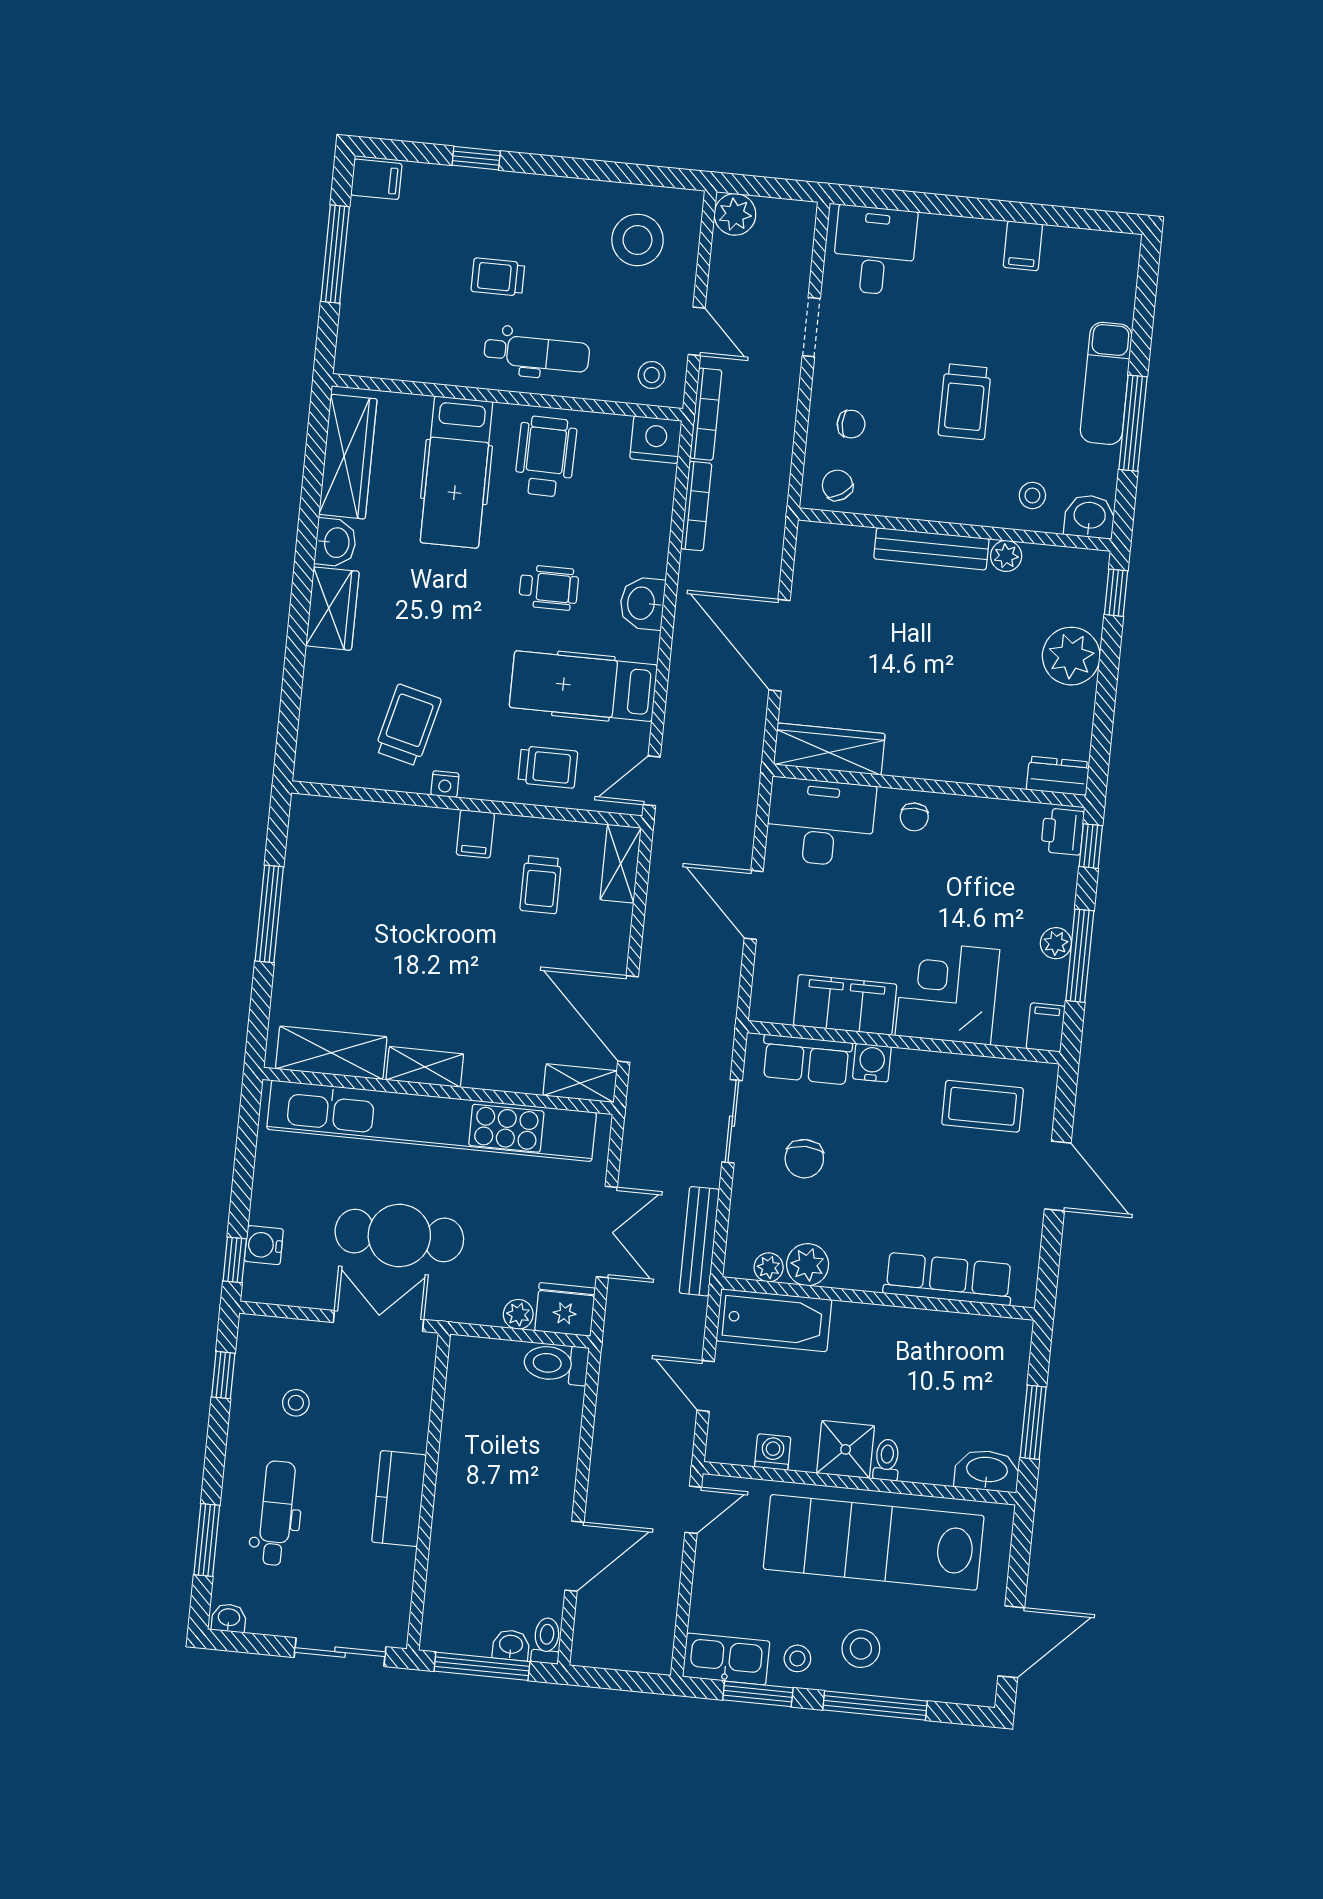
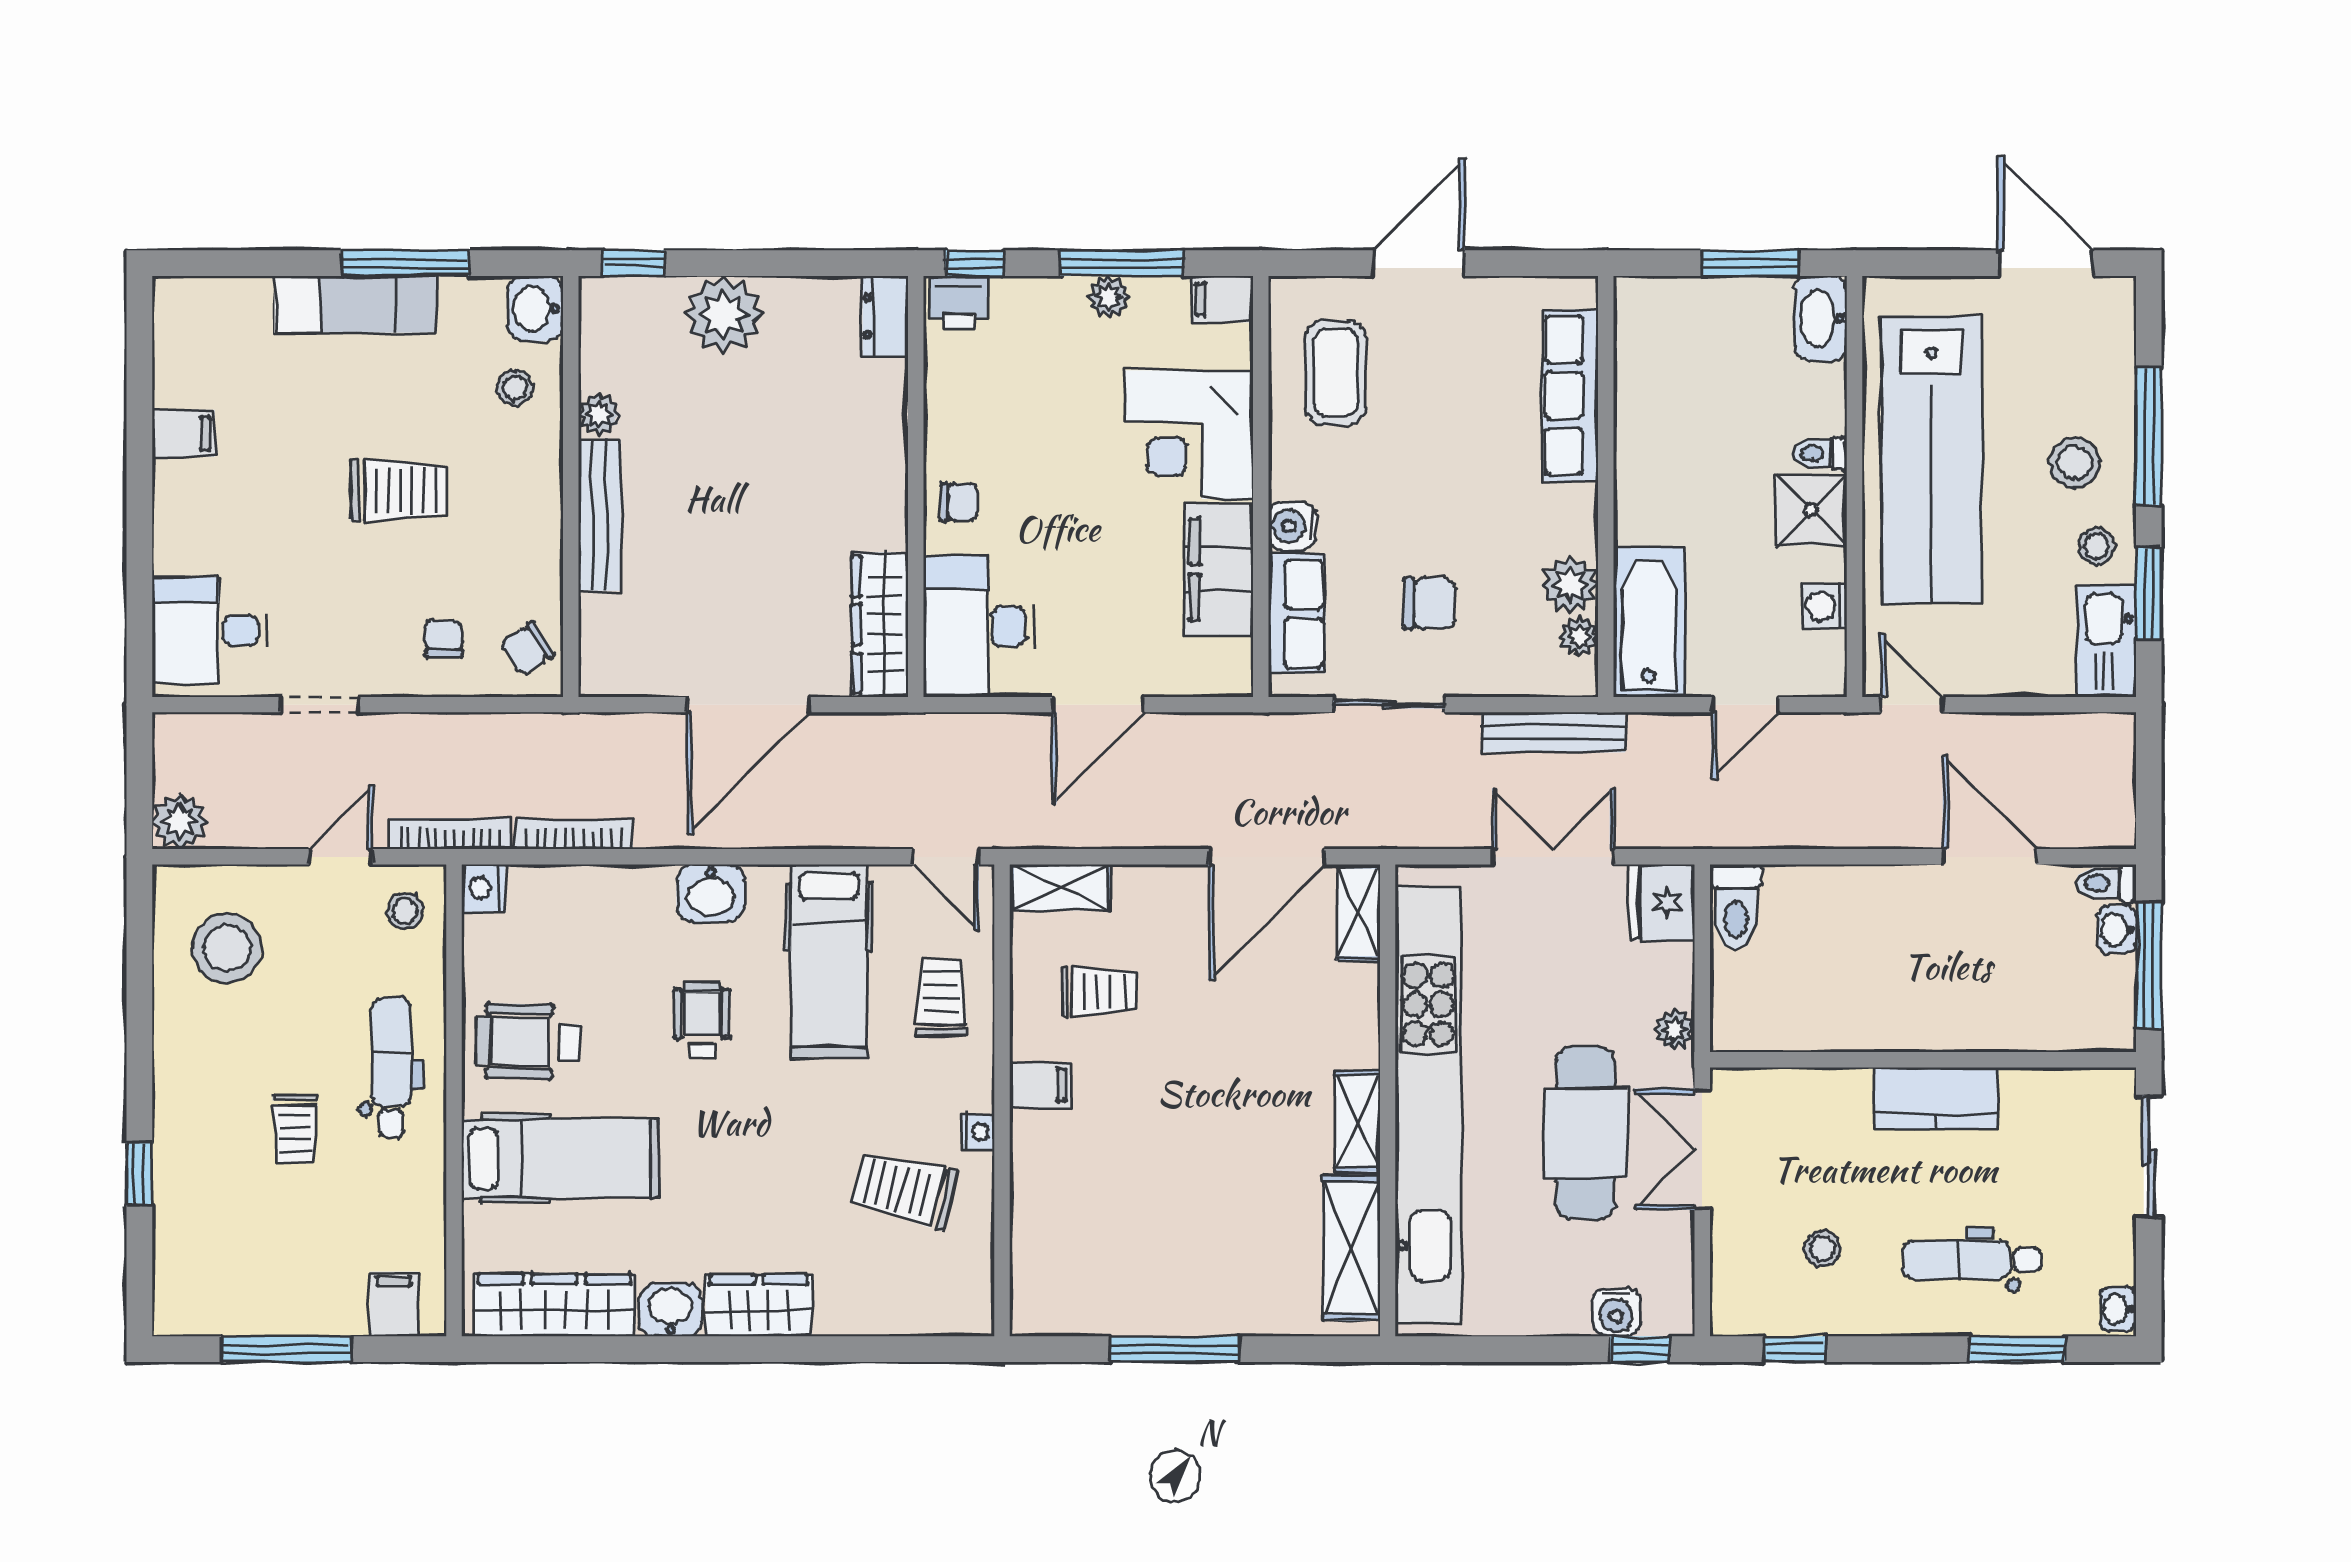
filing cabinet: (376, 179) -> (394, 1304), moved
nightstand: (656, 440) -> (483, 888), width x0.74, depth x0.75
plant: (518, 1314) -> (1675, 1030), moved

